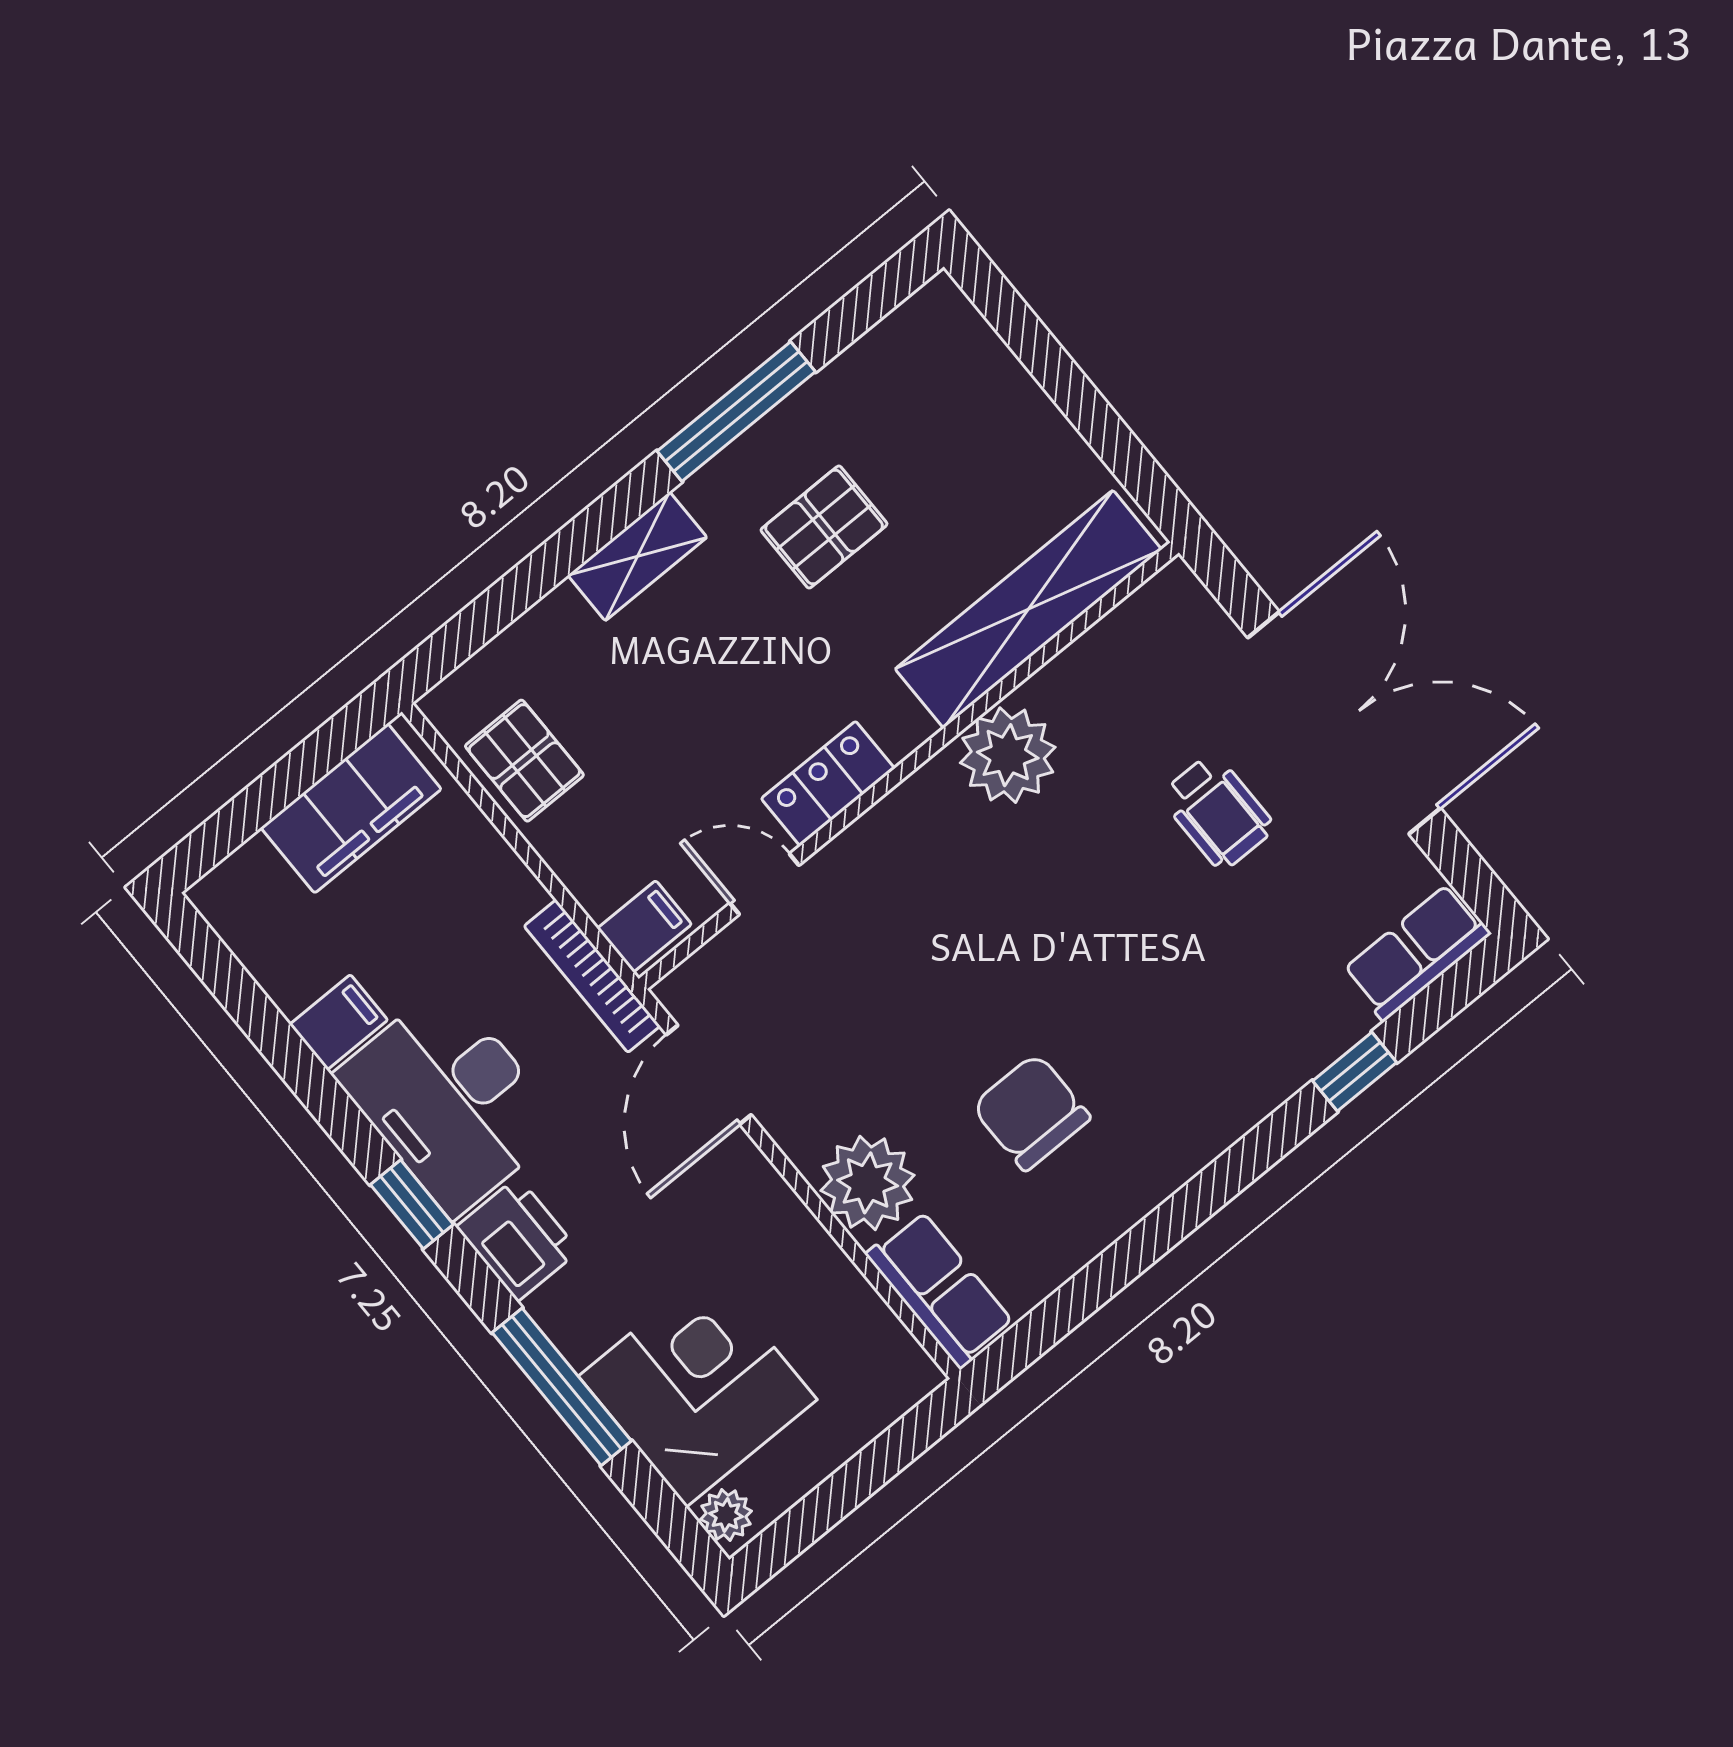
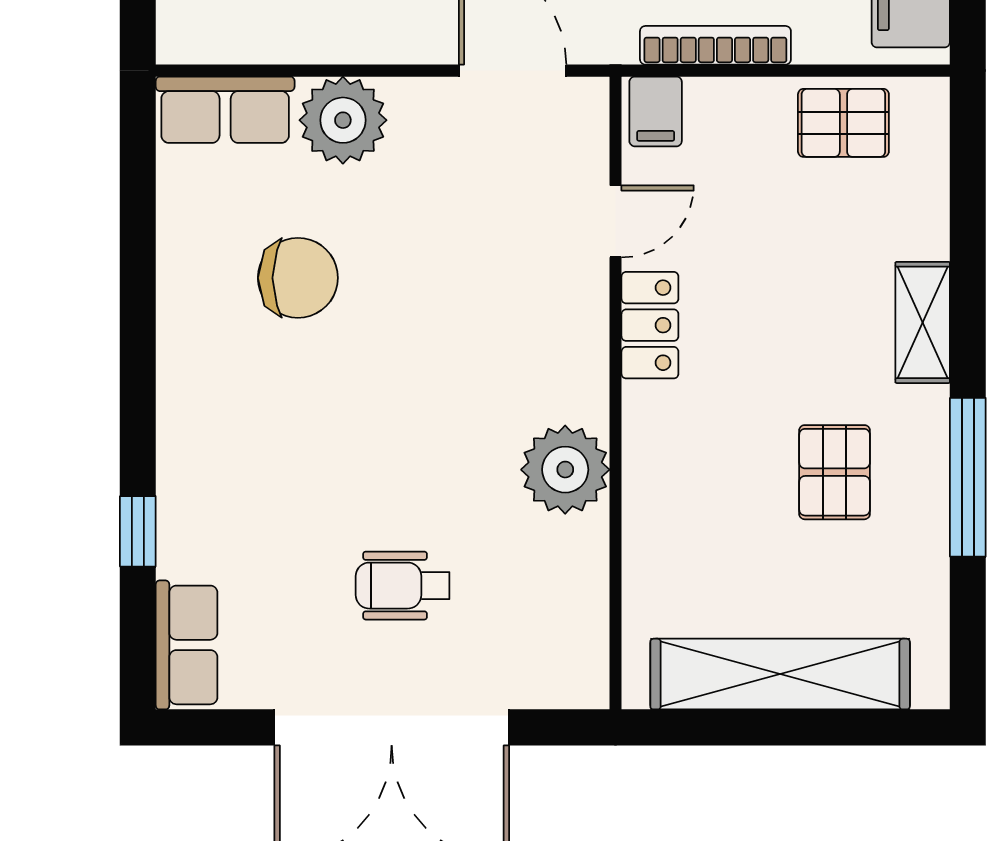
shelving: (1028, 609) -> (780, 674), moved, turned 90
bookcase: (592, 976) -> (715, 45), moved

